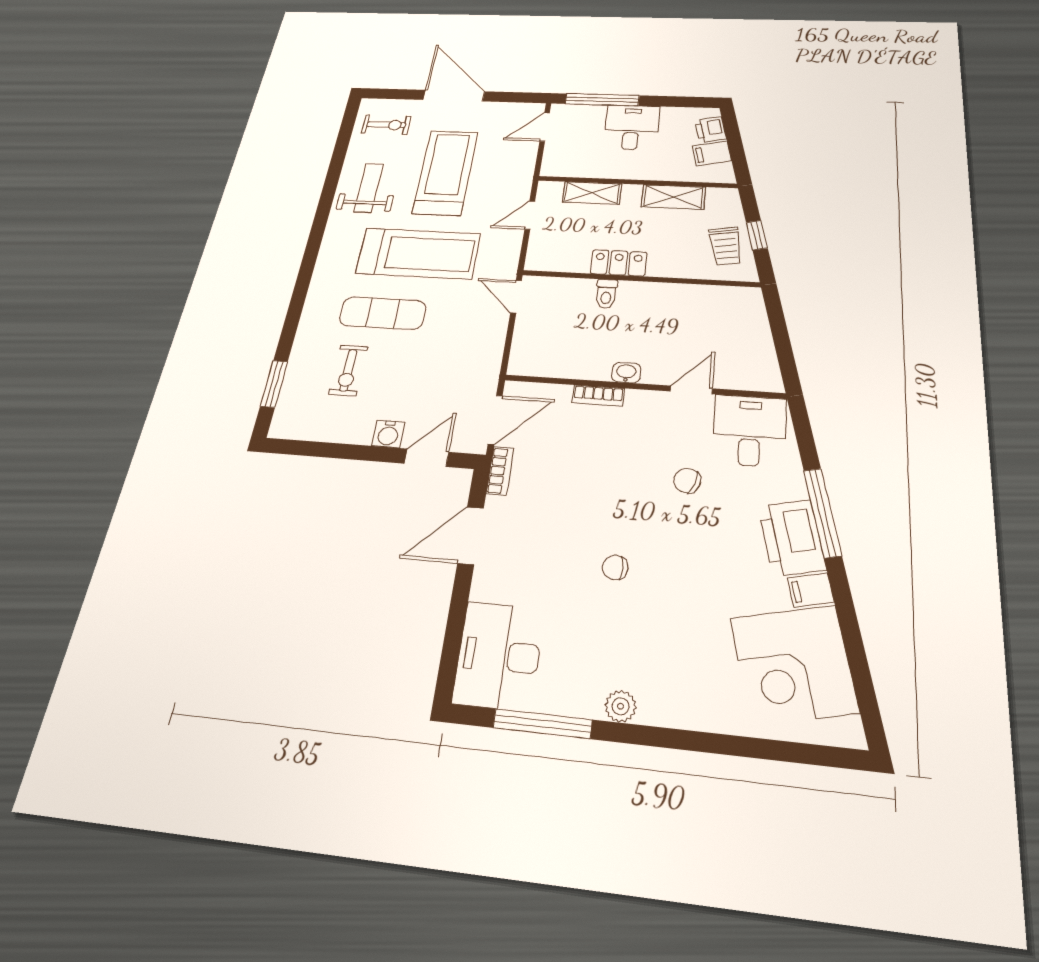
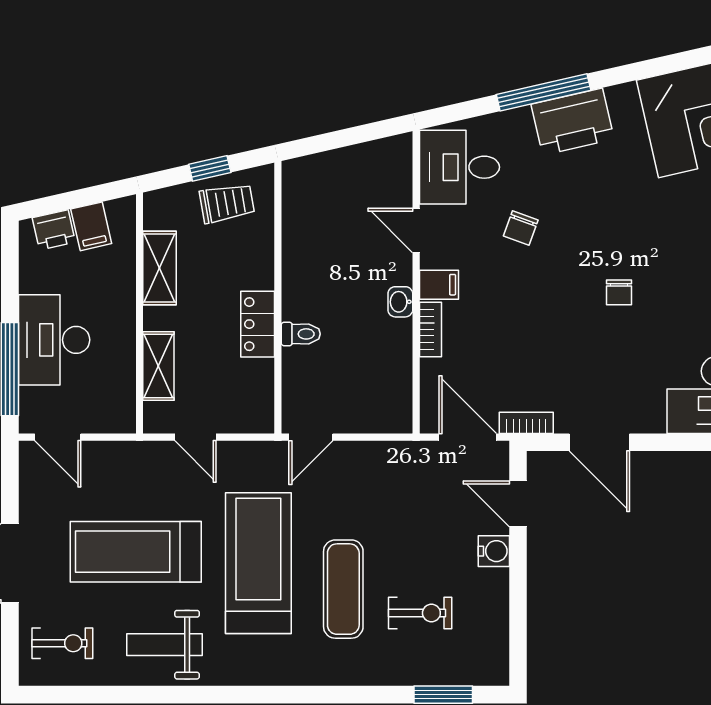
exercise bike: (386, 125) -> (62, 643), turned 90
desk: (632, 127) -> (54, 340), width x1.37
filing cabinet: (811, 590) -> (439, 285), moved, turned -77

